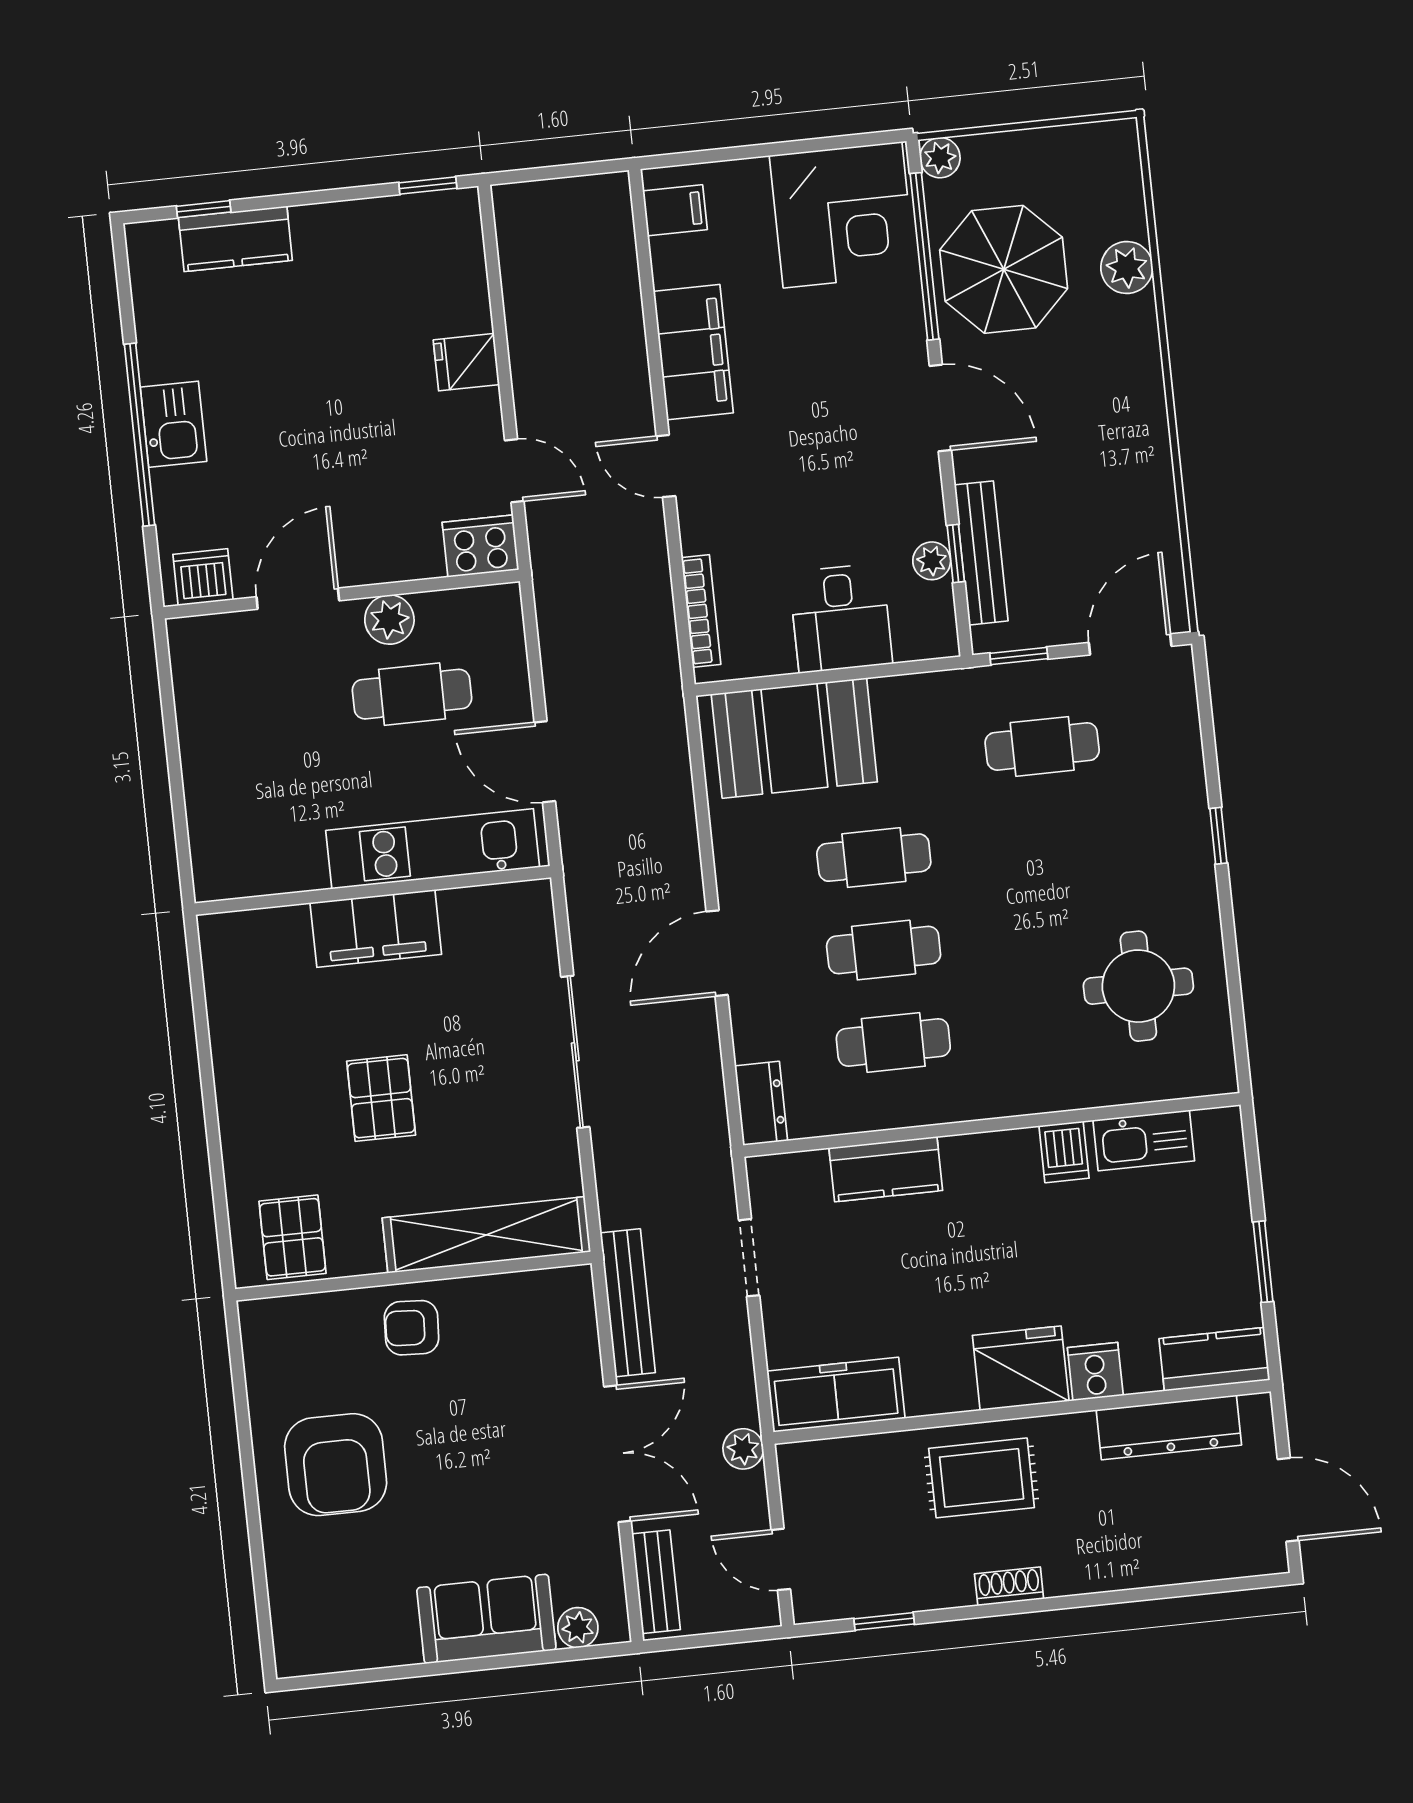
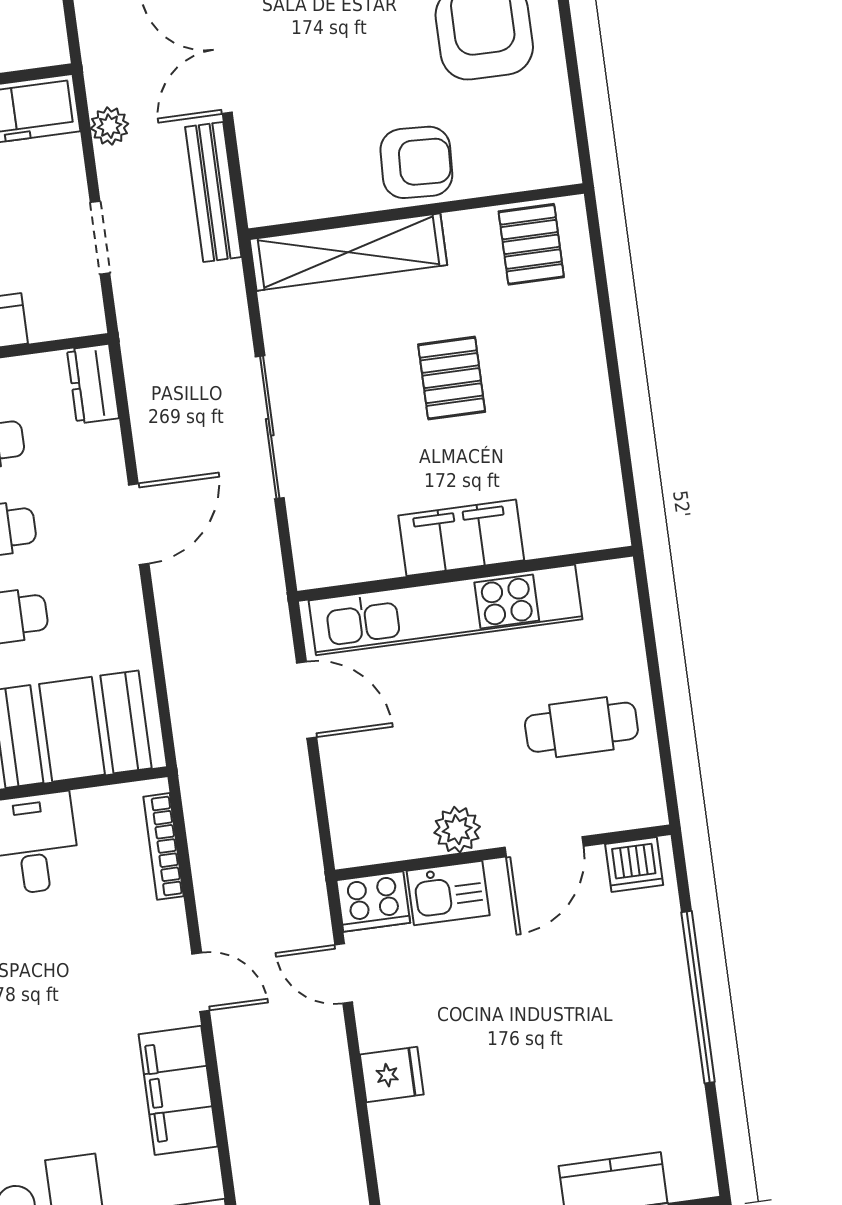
kitchen sink: (174, 424) -> (448, 893), moved, turned -90
cafe table: (412, 694) -> (581, 727), moved
kitchen unit: (433, 849) -> (445, 610), width x1.36
armchair: (412, 1328) -> (416, 162), width x1.38, depth x1.38
plant: (743, 1449) -> (110, 126), moved

